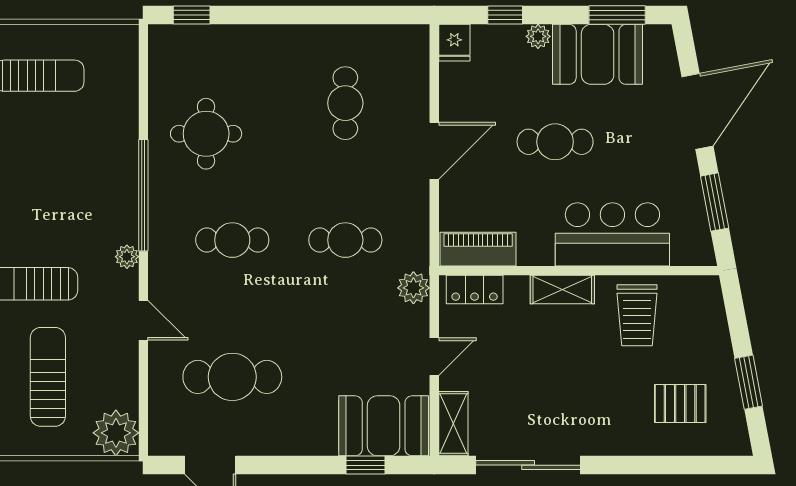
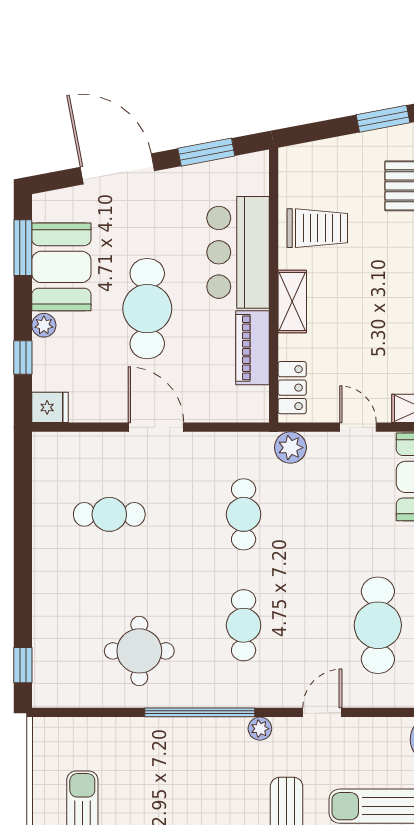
cafe table: (555, 142) -> (147, 309), width x1.37, depth x1.35
piano: (478, 249) -> (252, 348), moved

